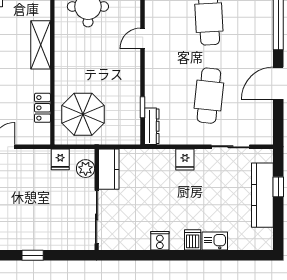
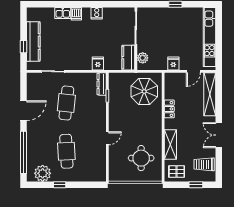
shelving: (41, 45) -> (170, 144), moved
locker: (42, 108) -> (169, 109), moved
fridge: (60, 159) -> (173, 64), moved
fridge: (185, 159) -> (98, 63), moved

